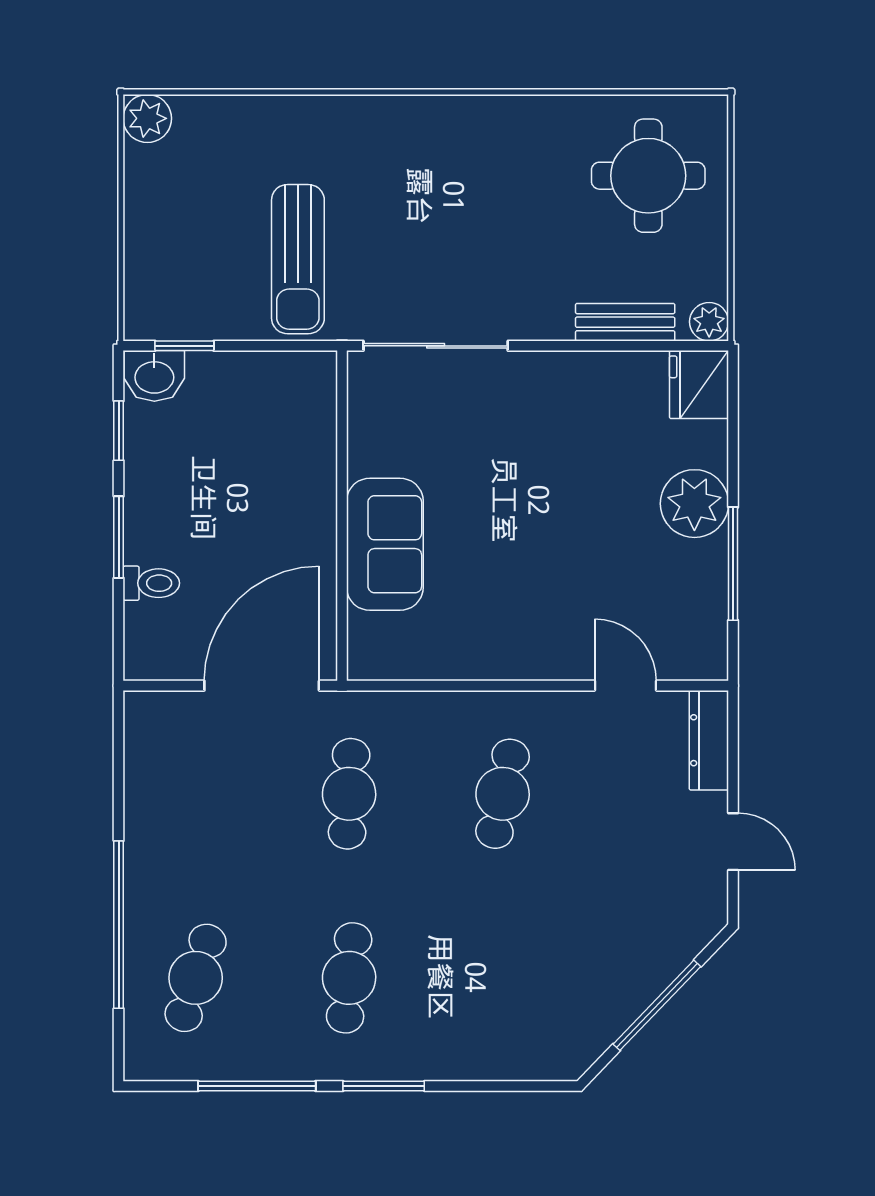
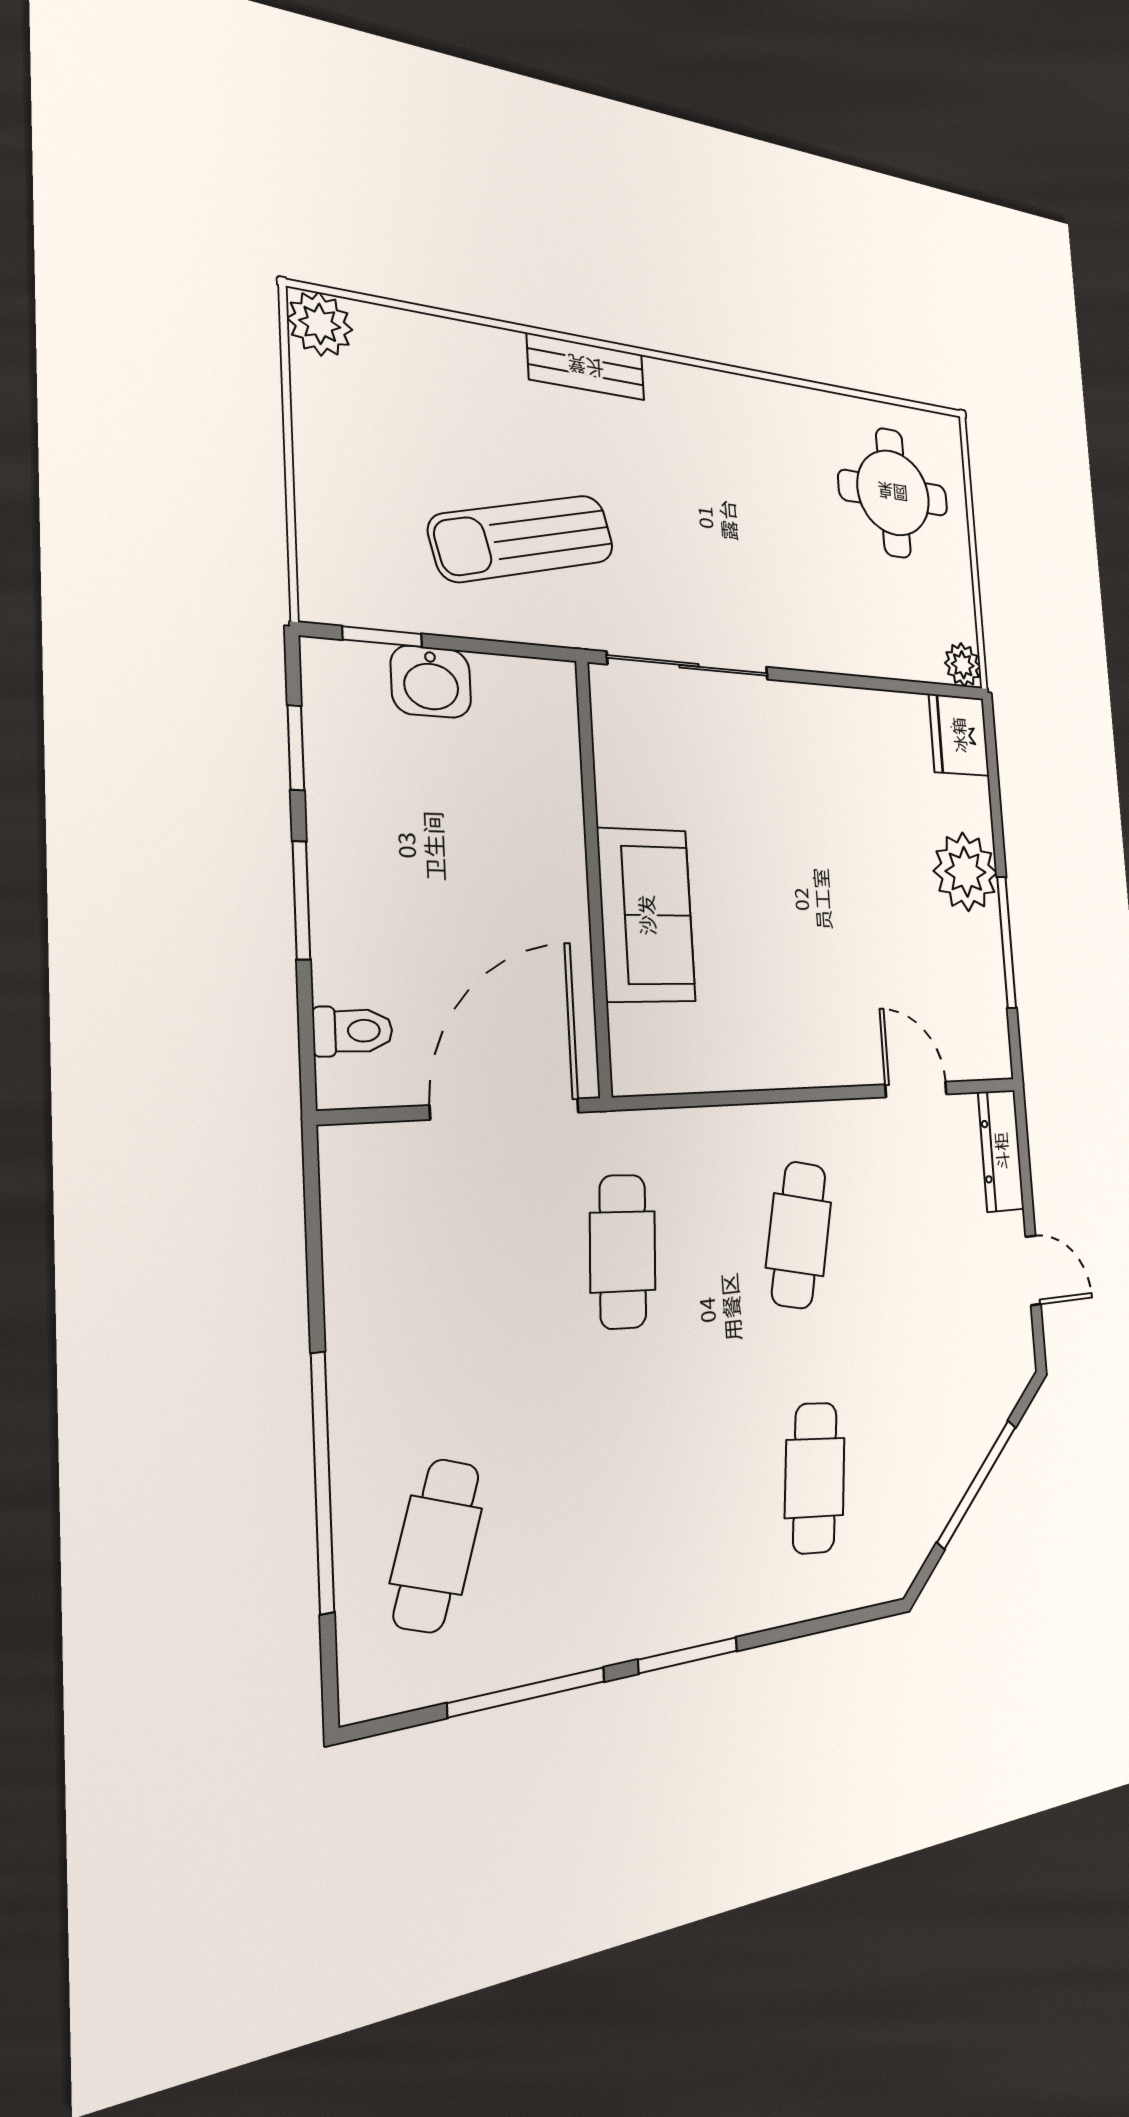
sun lounger: (298, 259) -> (522, 538), turned 76
bench: (625, 322) -> (586, 367), moved
washbasin: (154, 376) -> (431, 682), moved
toilet: (151, 583) -> (353, 1031), moved
cafe table: (349, 978) -> (815, 1478), moved

